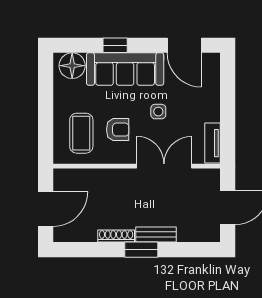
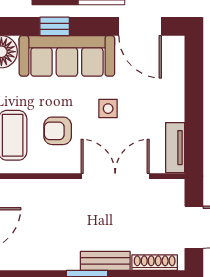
armchair: (118, 130) -> (58, 131), turned 180
shoe rack: (116, 236) -> (155, 263), moved

